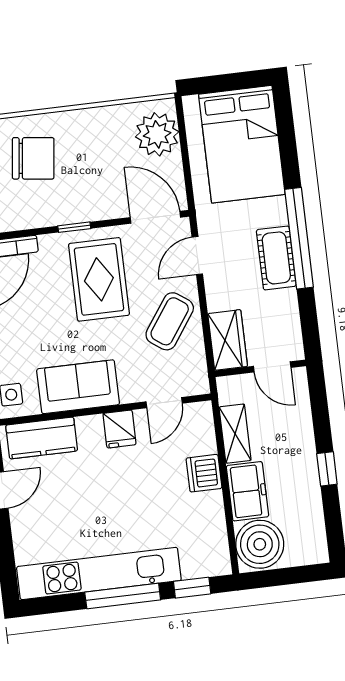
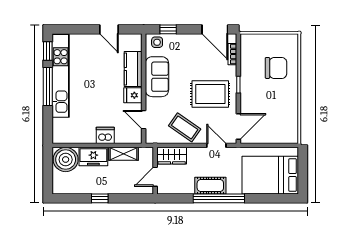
plant: (157, 134) -> (281, 133), removed
chair: (33, 158) -> (276, 68), turned -97
kitchen counter: (42, 438) -> (133, 69), moved
window: (192, 588) -> (48, 51), moved

